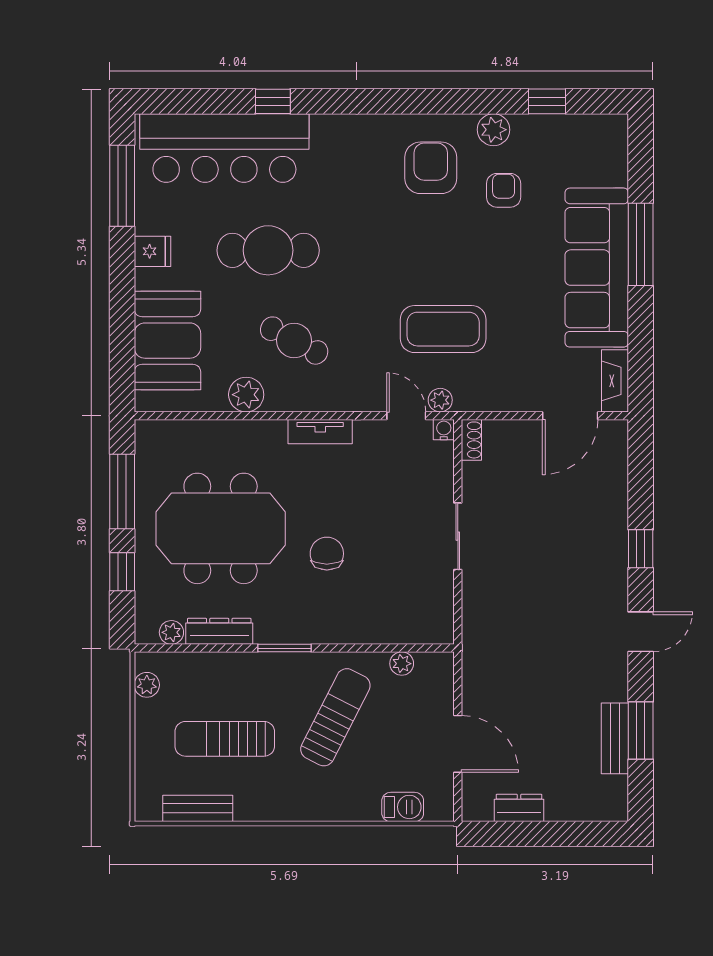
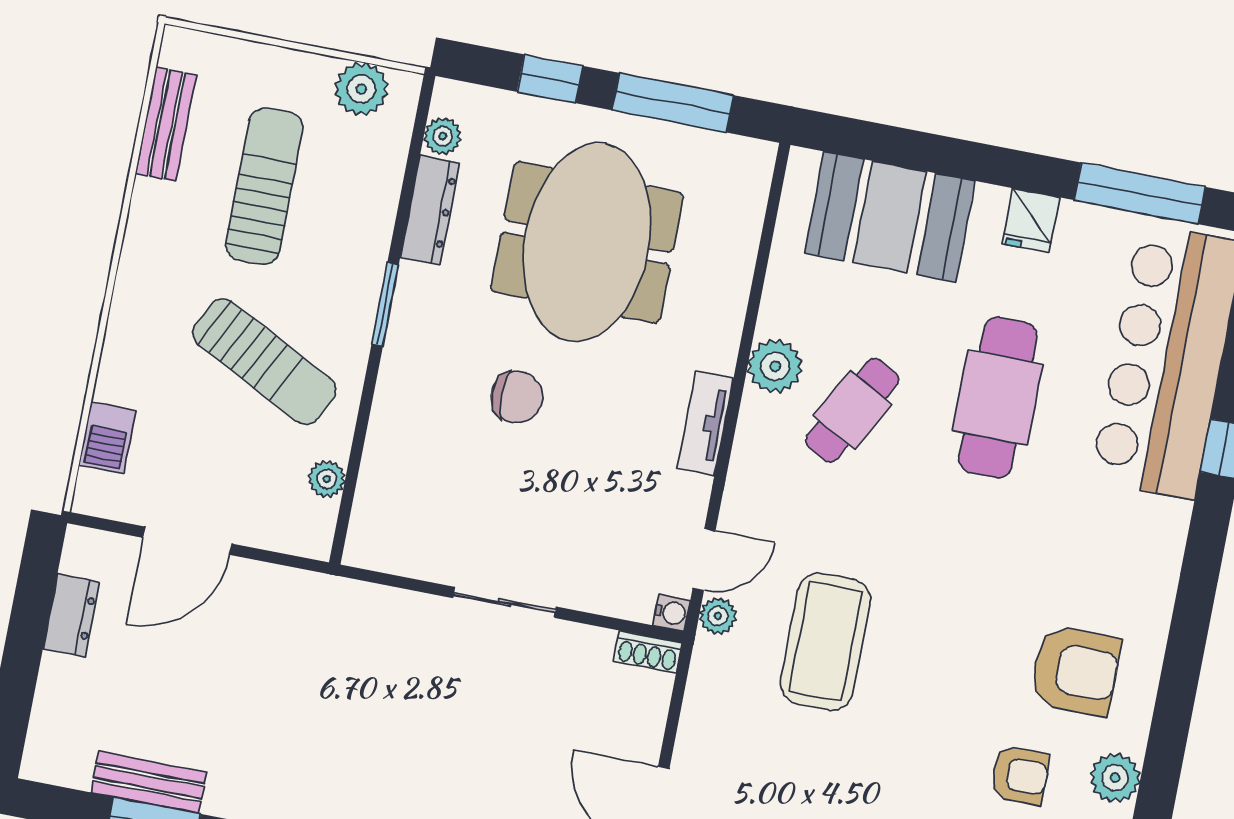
plant: (246, 395) -> (775, 366), moved
plant: (147, 685) -> (361, 89), width x1.38, depth x1.38

